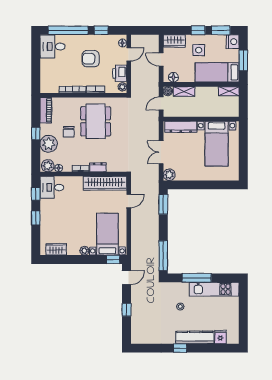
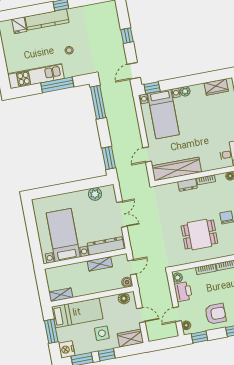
window: (101, 30) -> (200, 337), moved
armchair: (91, 59) -> (215, 314), moved
shelving: (184, 91) -> (100, 264), moved
dining table: (96, 121) -> (199, 235), width x0.73
plant: (169, 175) -> (95, 194), moved

